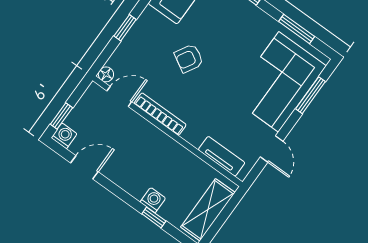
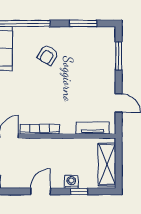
armchair: (189, 58) -> (48, 55), moved
corner sofa: (279, 82) -> (95, 61), removed
door: (84, 167) -> (41, 191), moved

